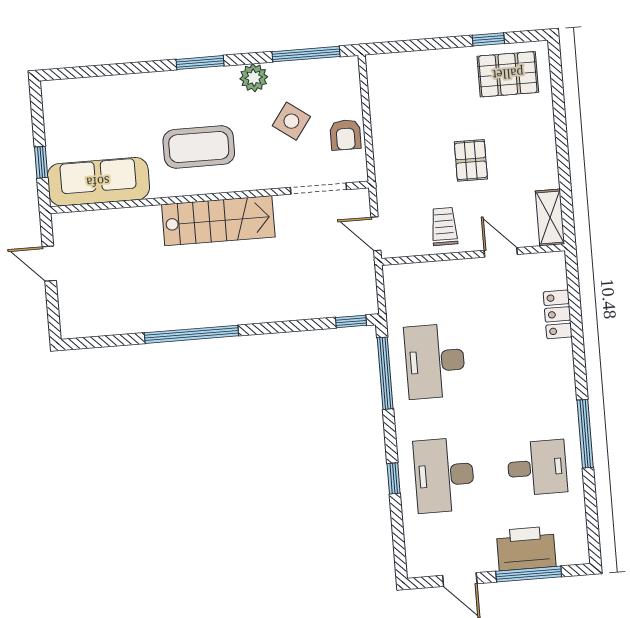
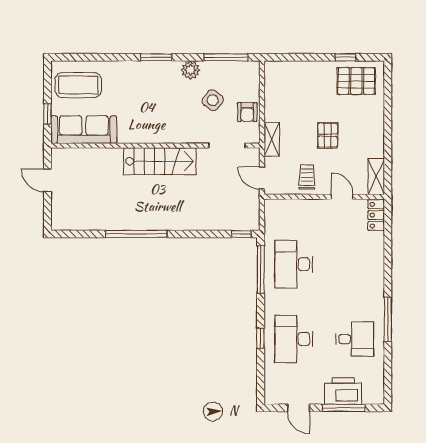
coffee table: (199, 147) -> (78, 85), moved
shelving: (386, 173) -> (272, 139), added
locker: (558, 314) -> (376, 215), moved

